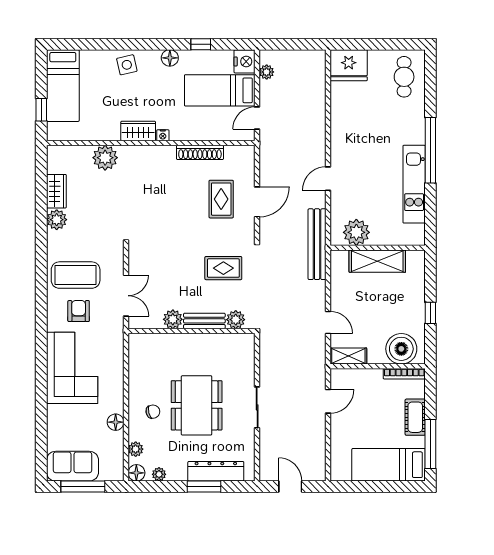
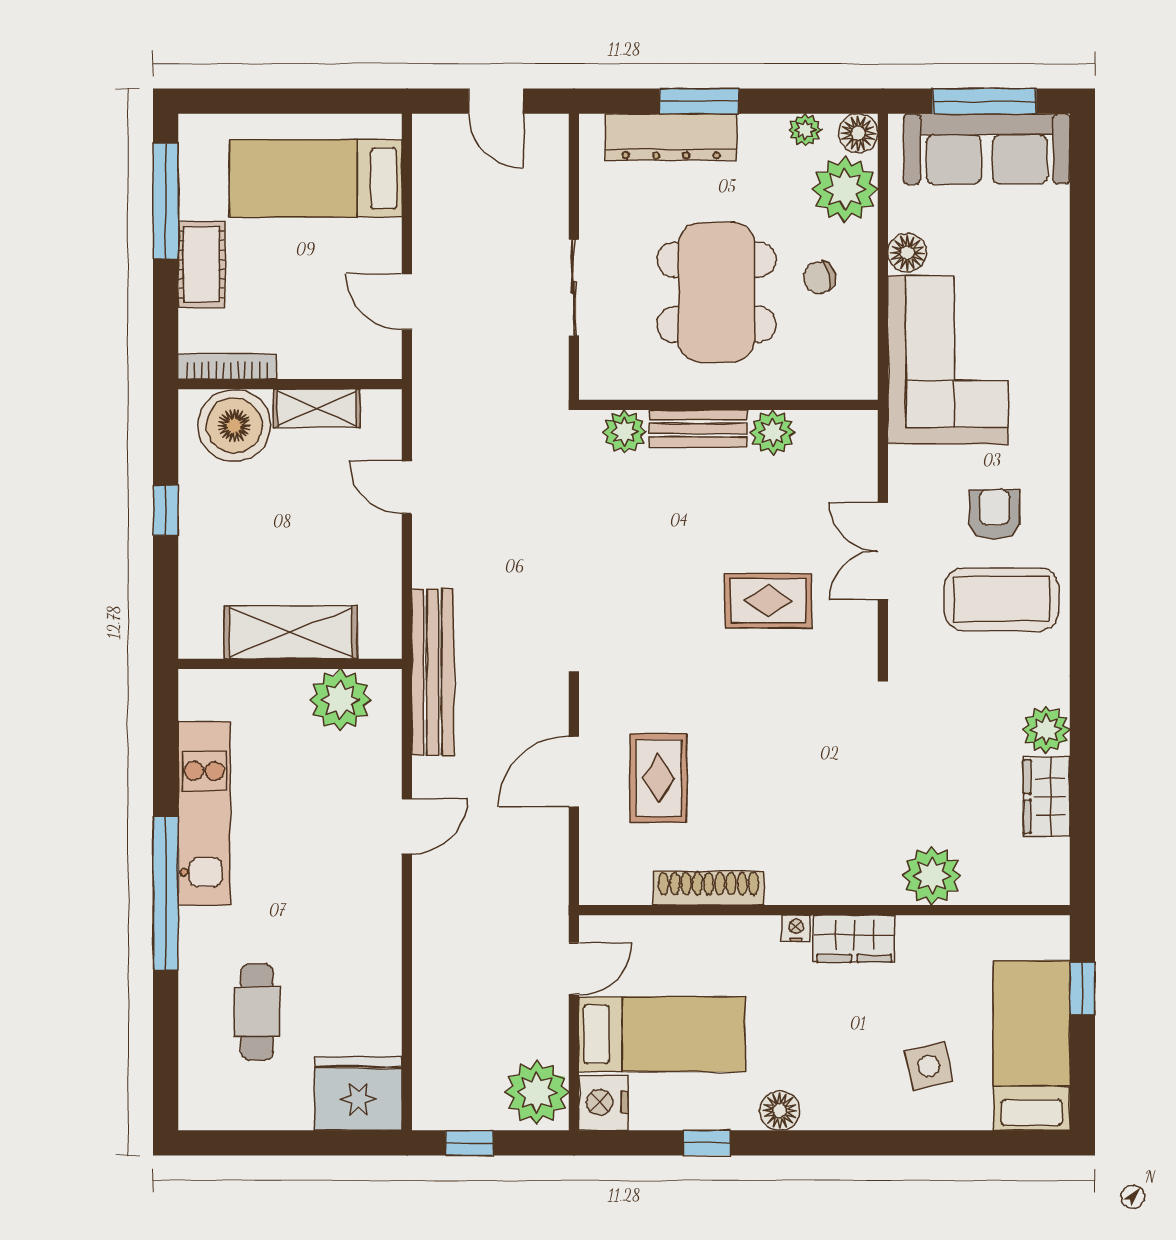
window: (301, 44) -> (469, 1143), added
side table: (127, 65) -> (929, 1066), moved
plant: (267, 72) -> (537, 1092), width x1.87, depth x1.87
cafe table: (404, 77) -> (257, 1012), moved
rug: (223, 268) -> (768, 601), moved
armchair: (79, 311) -> (994, 514), turned 180
plant: (173, 319) -> (773, 432), moved
plant: (236, 320) -> (624, 432), moved
bench: (204, 321) -> (698, 429), moved
wall: (192, 331) -> (728, 405), moved
shelving: (348, 356) -> (317, 408), moved
corner sofa: (72, 368) -> (948, 360), moved, turned 180
door: (328, 401) -> (407, 302), hinge flipped
plant: (136, 449) -> (845, 189), width x1.87, depth x1.87
bed: (389, 465) -> (316, 178), moved, turned 180
sofa: (72, 466) -> (987, 149), width x1.36

